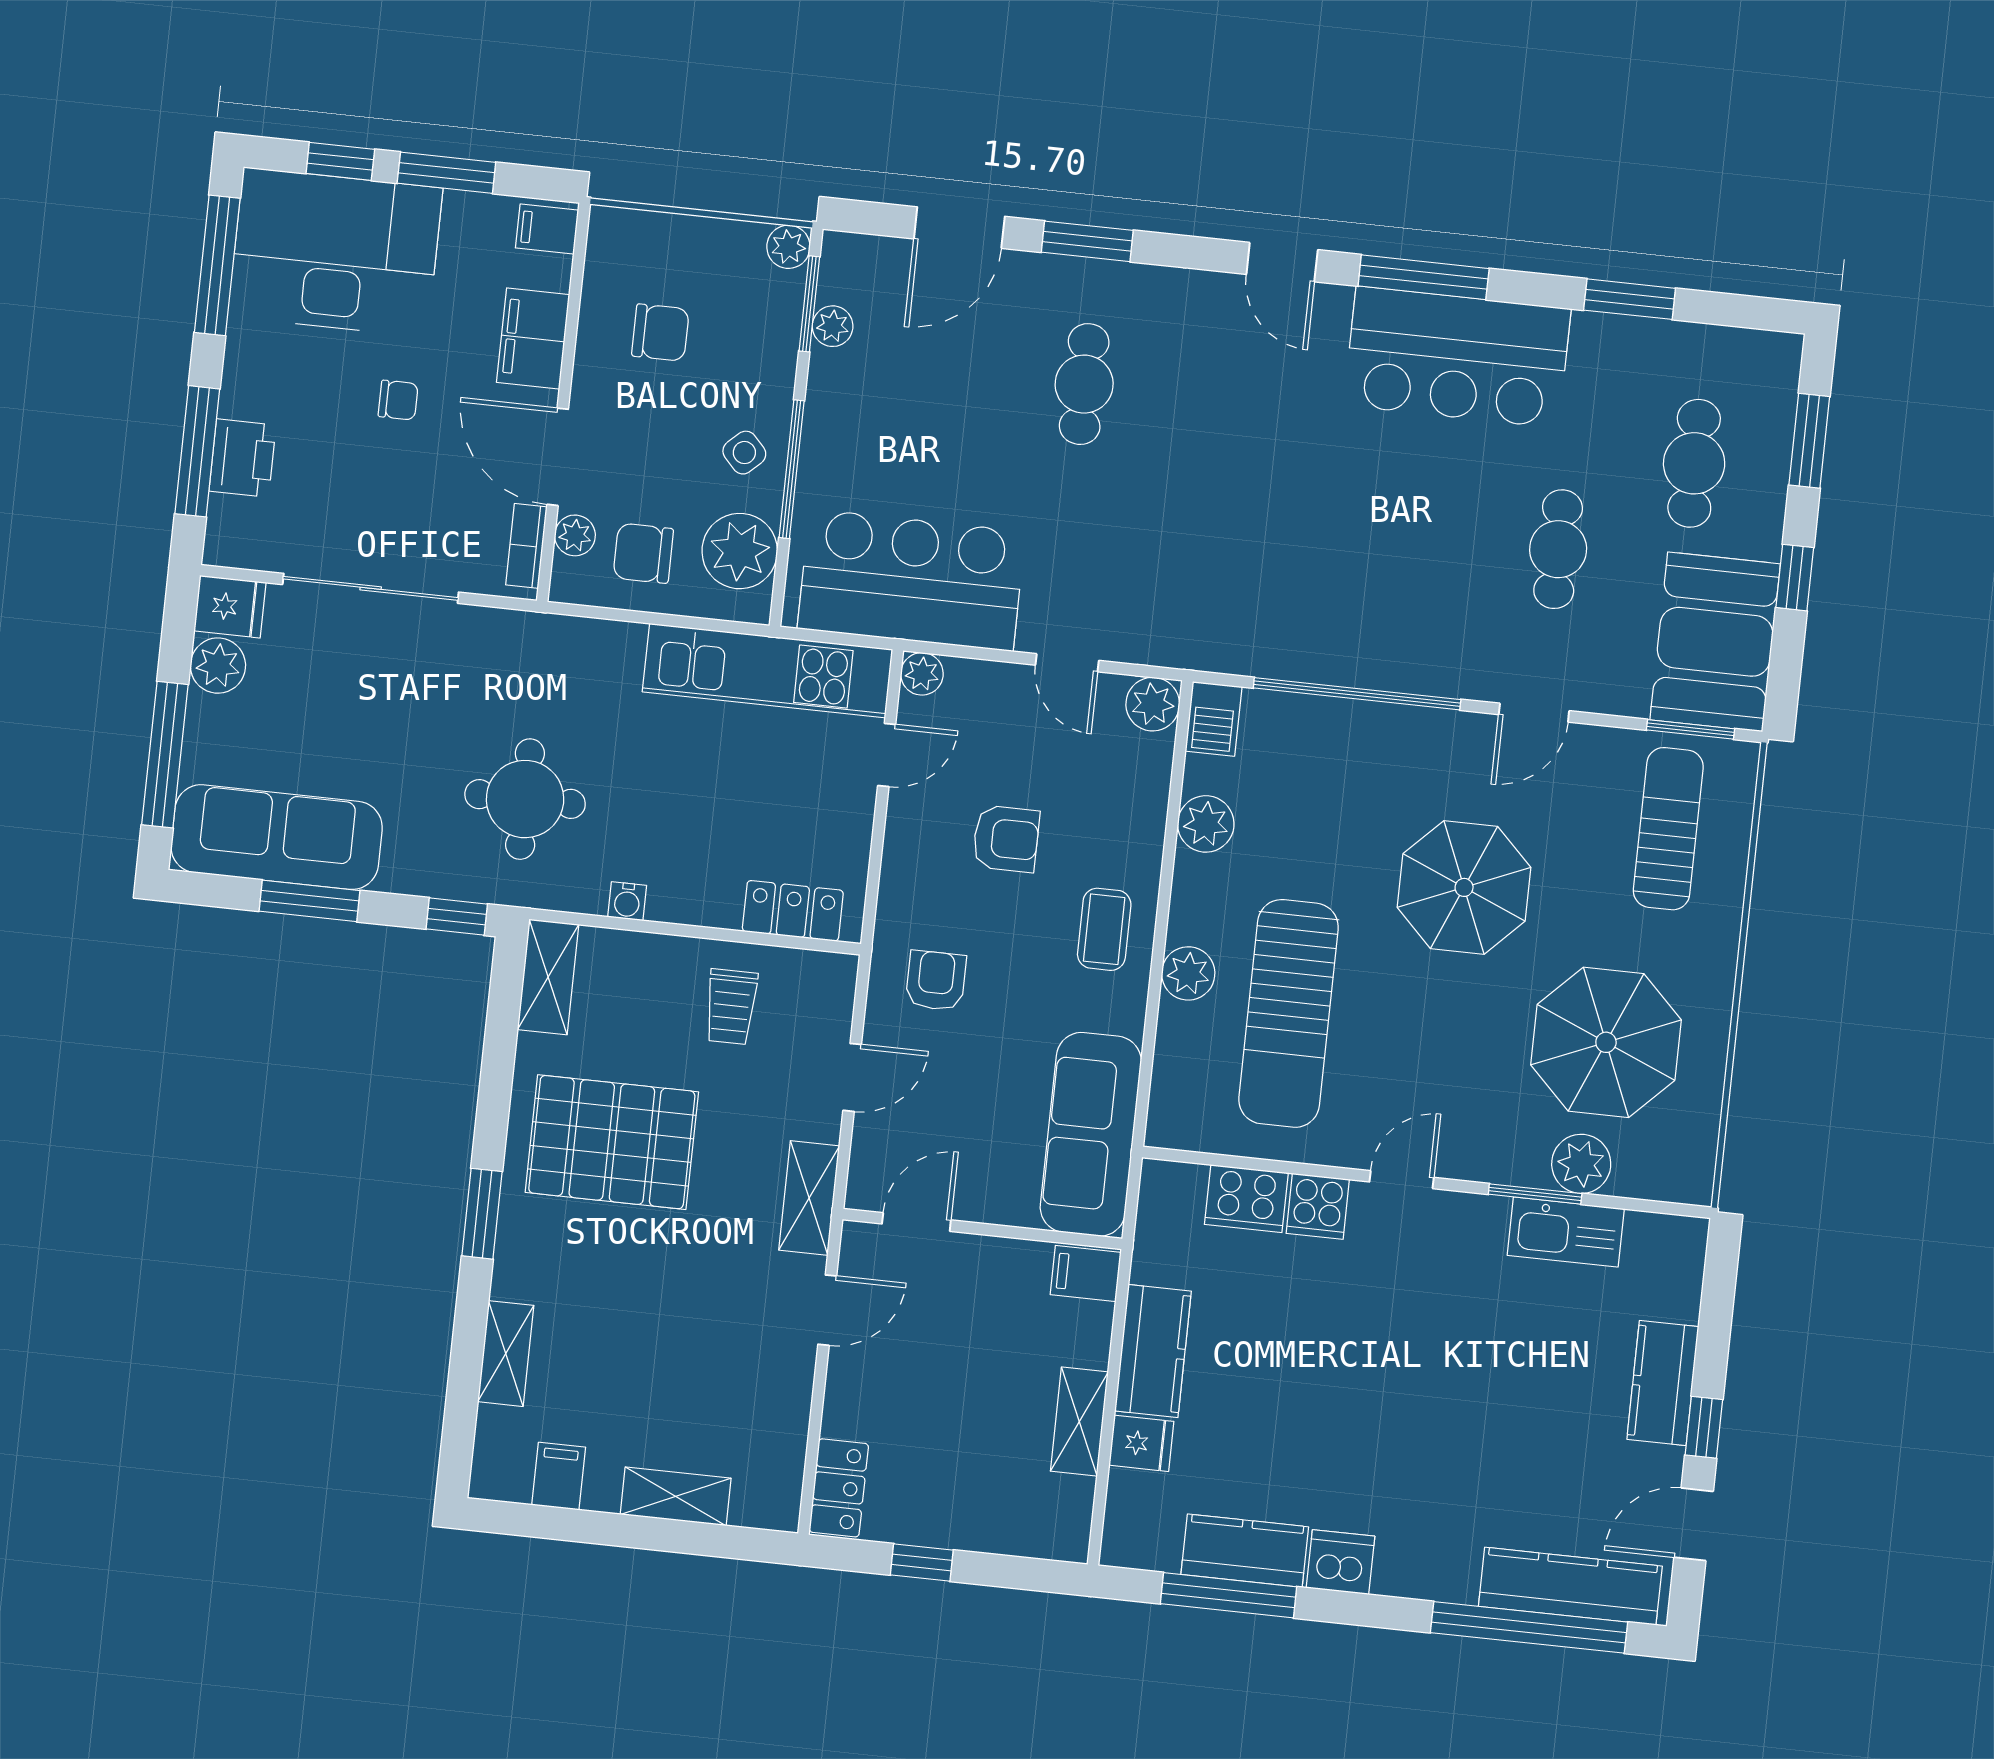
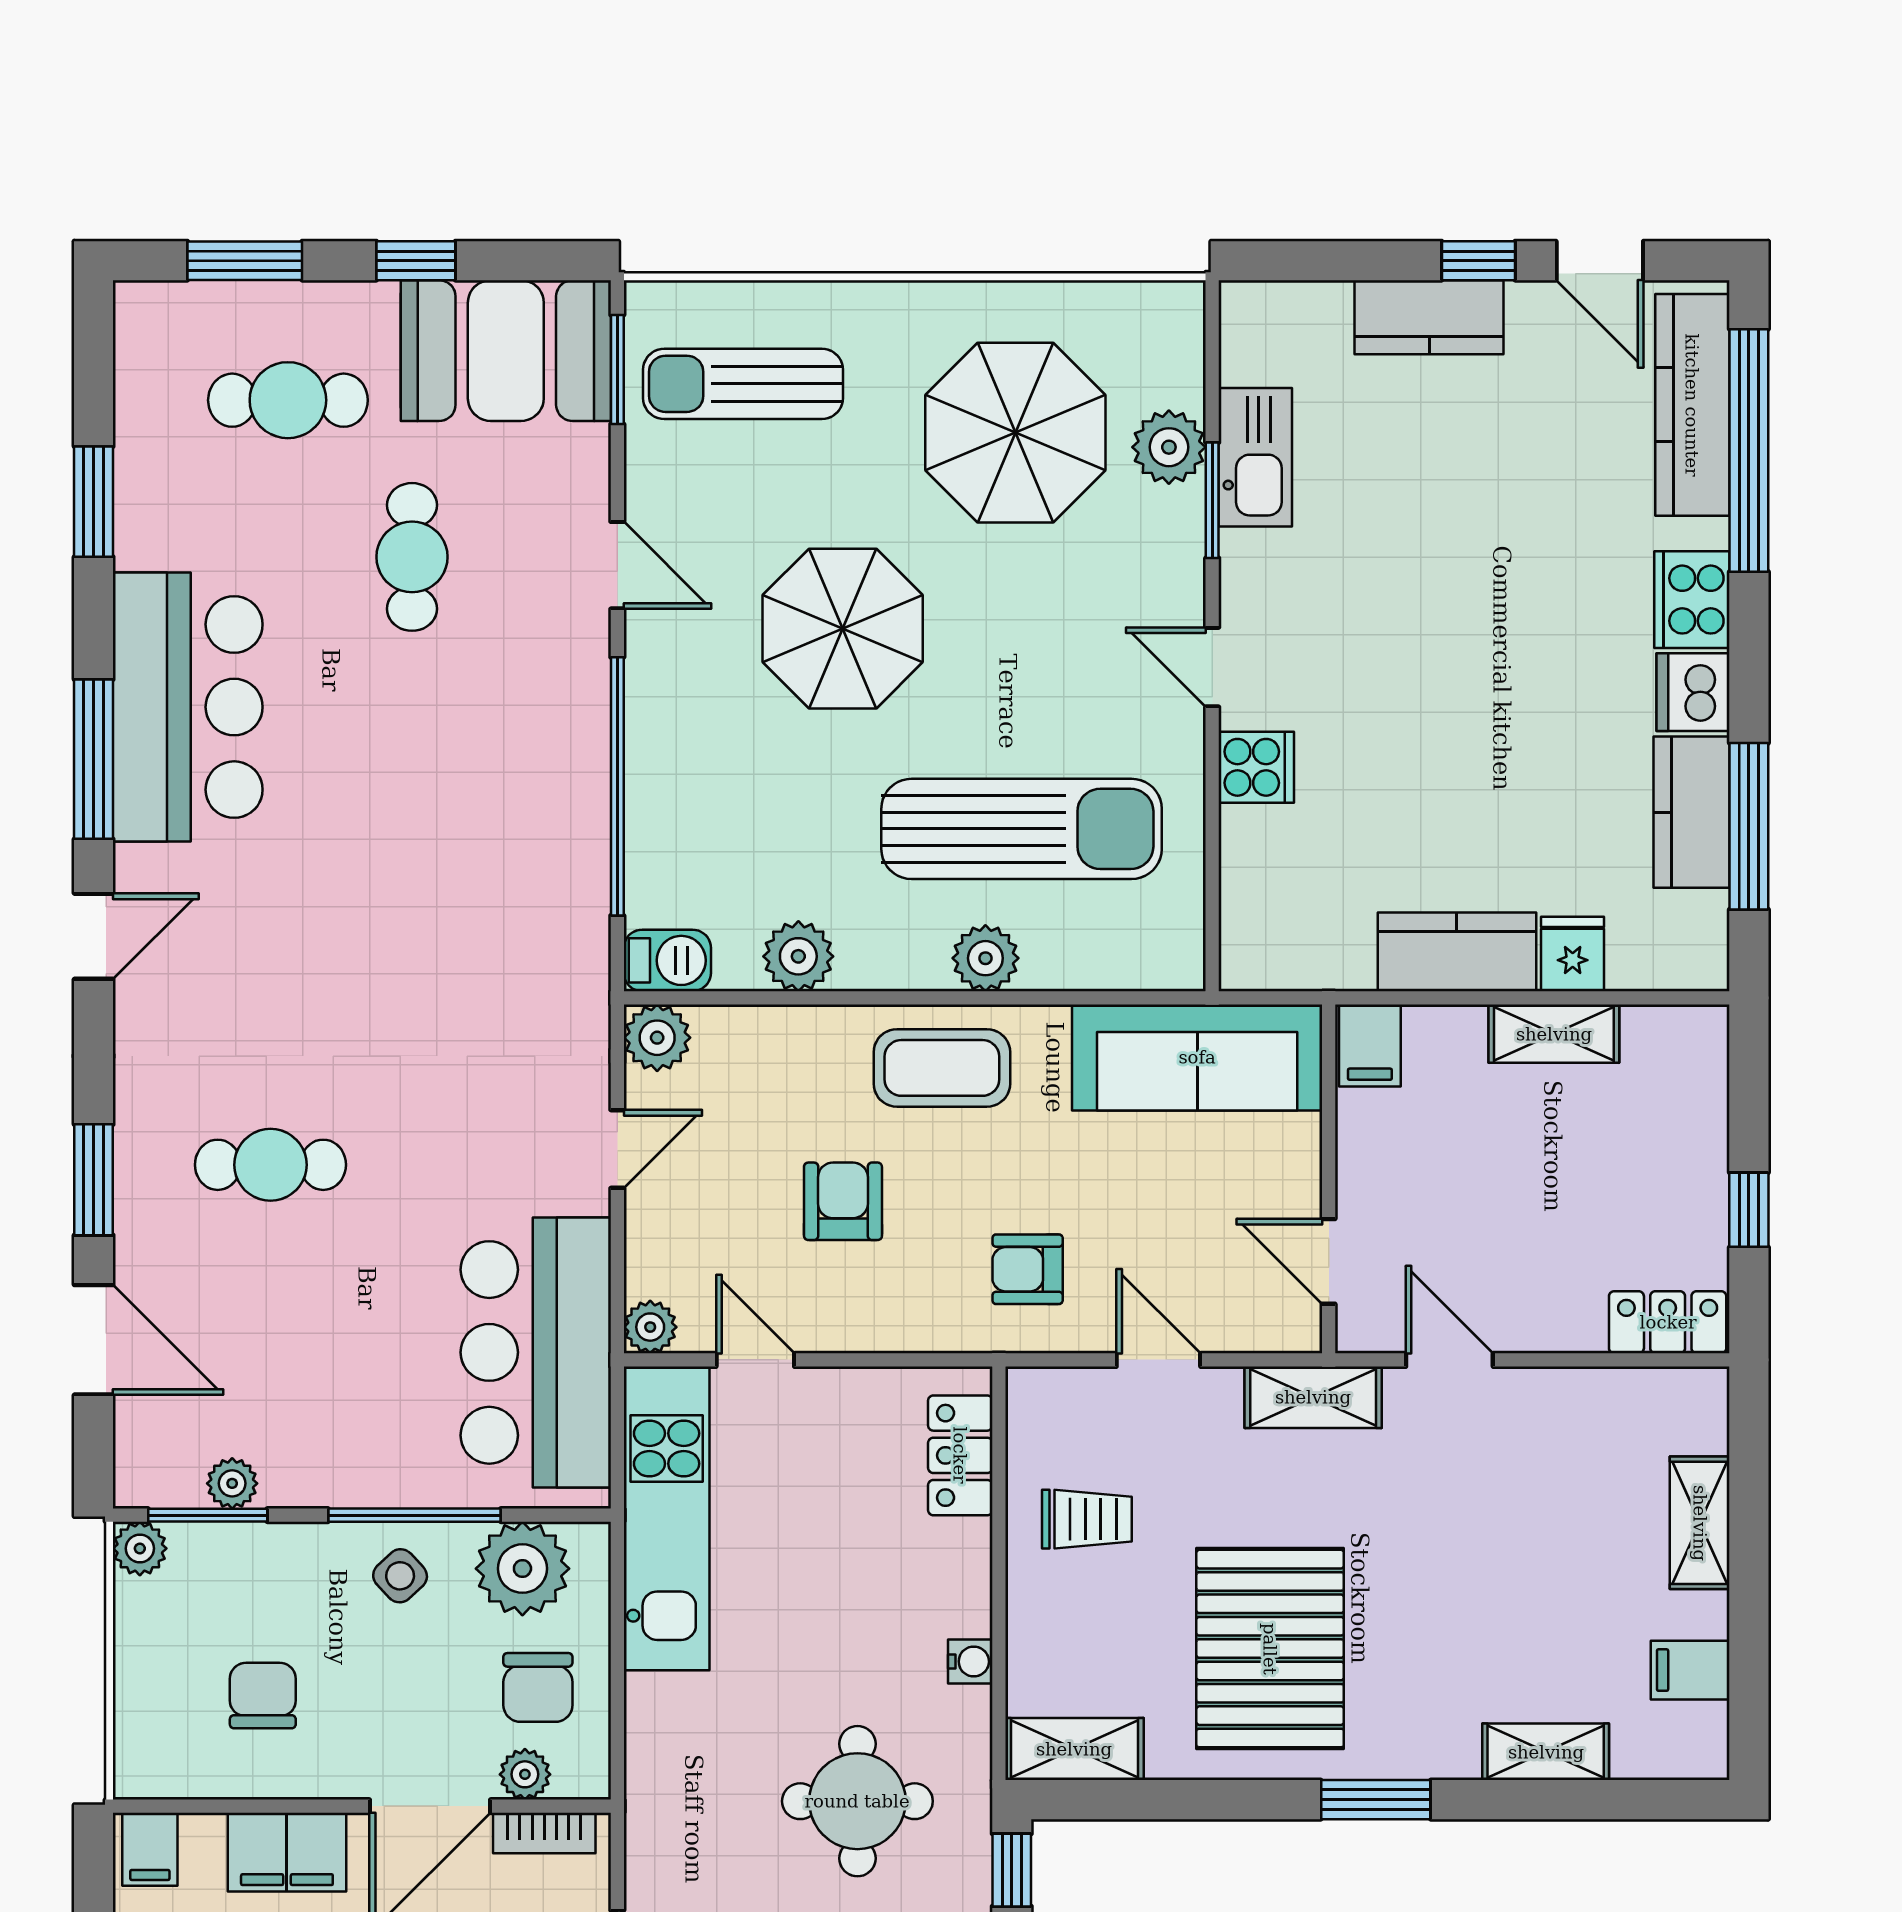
cafe table: (1558, 549) -> (412, 557), turned 90
coffee table: (1104, 929) -> (942, 1068), width x1.36, depth x1.30
cooker: (1246, 1199) -> (1692, 600), moved, turned 180

